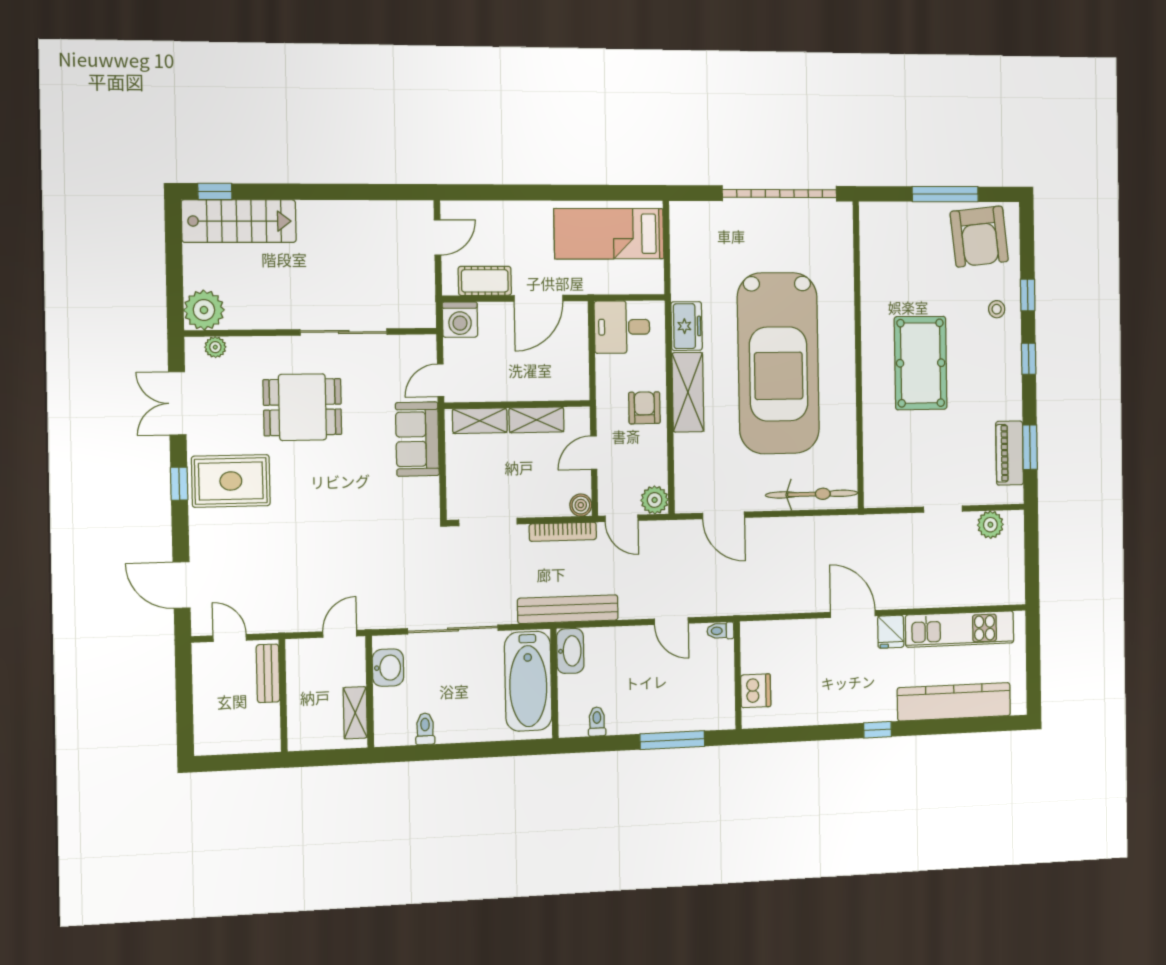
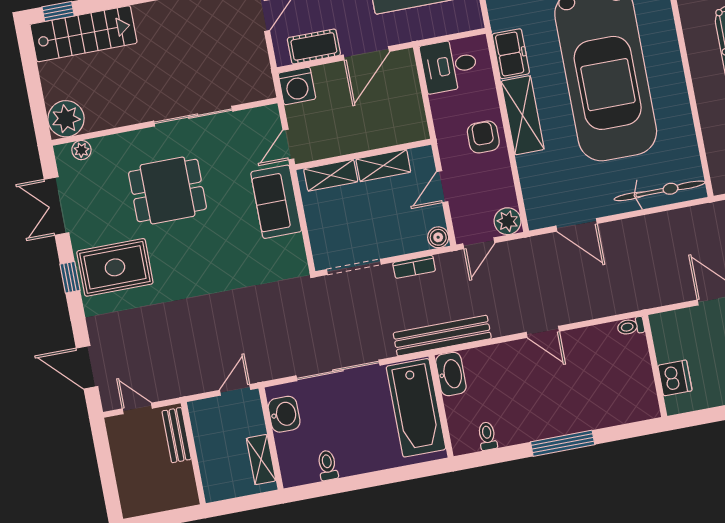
door: (622, 518) -> (479, 243), hinge flipped
bookcase: (563, 532) -> (414, 267), width x0.64
toilet: (720, 631) -> (631, 326), moved
wall: (738, 675) -> (655, 366), moved
dishwasher: (756, 691) -> (675, 378), moved

